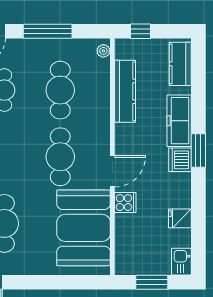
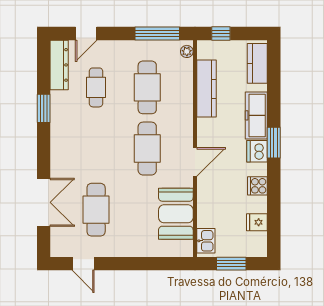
window: (48, 31) -> (157, 33), moved
cooker: (125, 203) -> (257, 186), moved, turned 180
fridge: (180, 218) -> (257, 222), moved
booth: (84, 228) -> (176, 214), width x0.73, depth x0.70
kitchen sink: (181, 262) -> (206, 241), moved, turned 180

